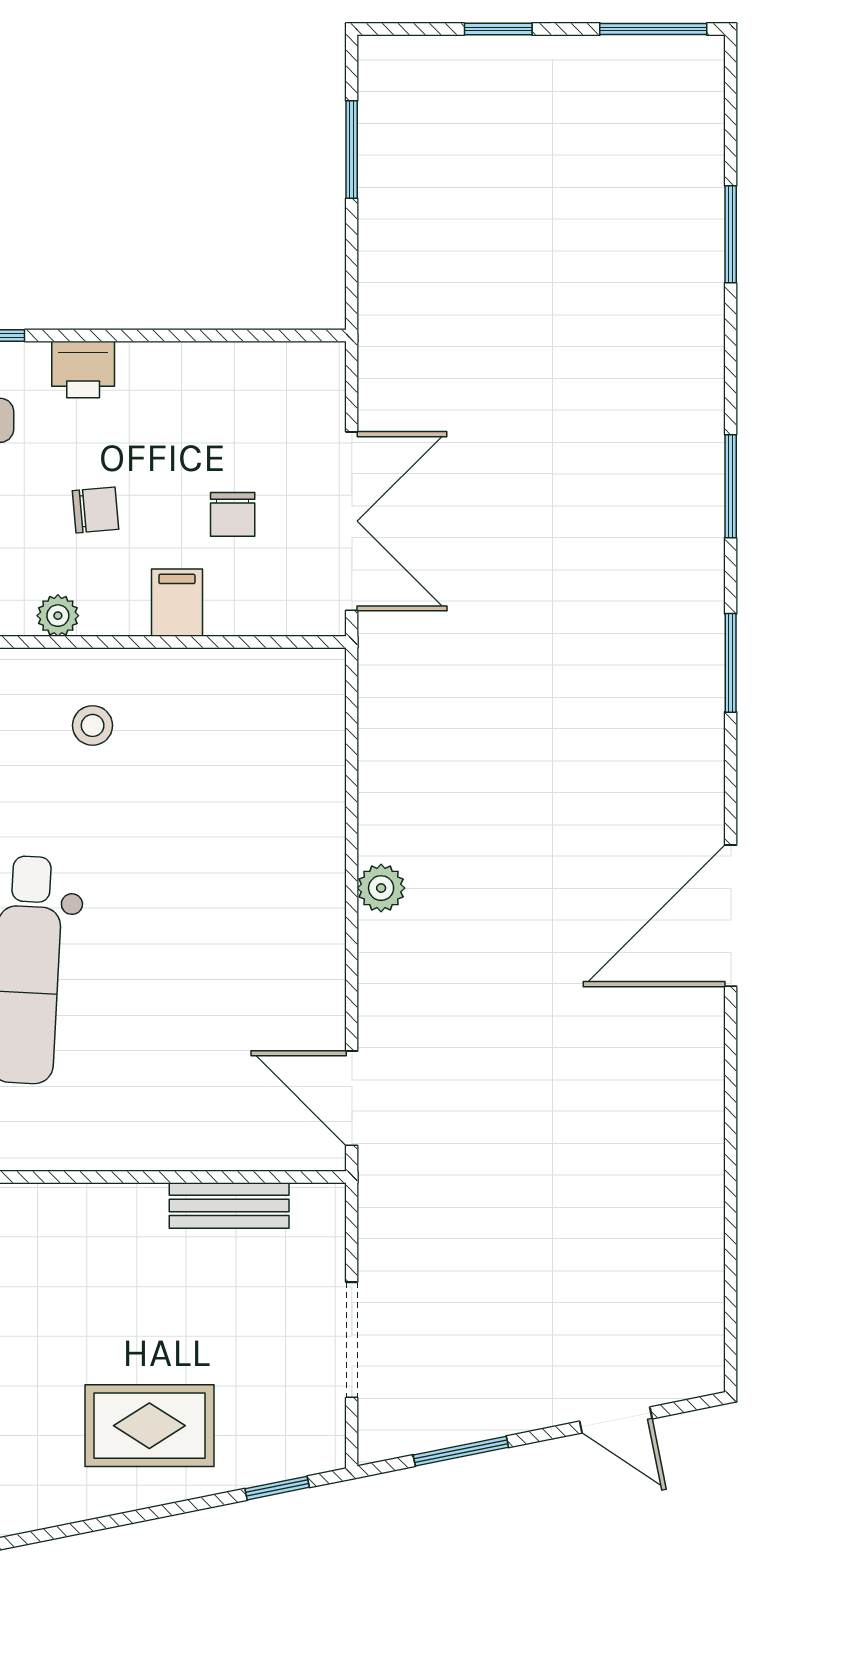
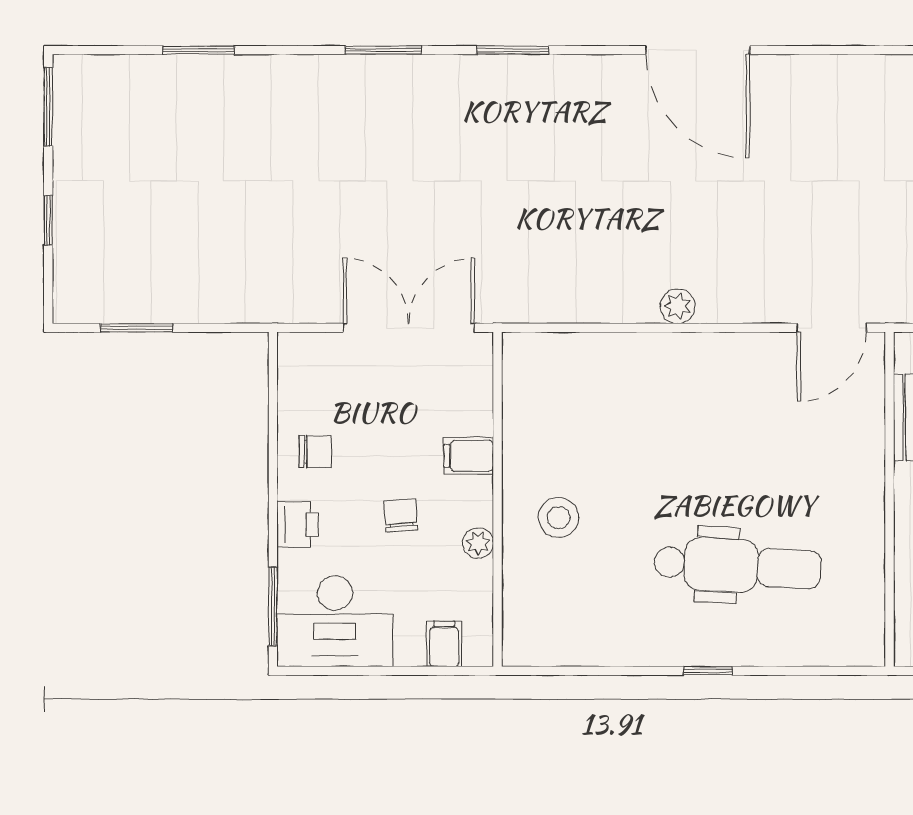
chair: (233, 514) -> (315, 452), moved
stool: (93, 725) -> (559, 518), width x1.37, depth x1.37

